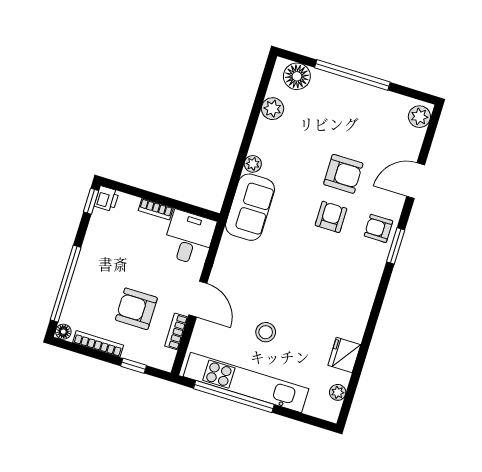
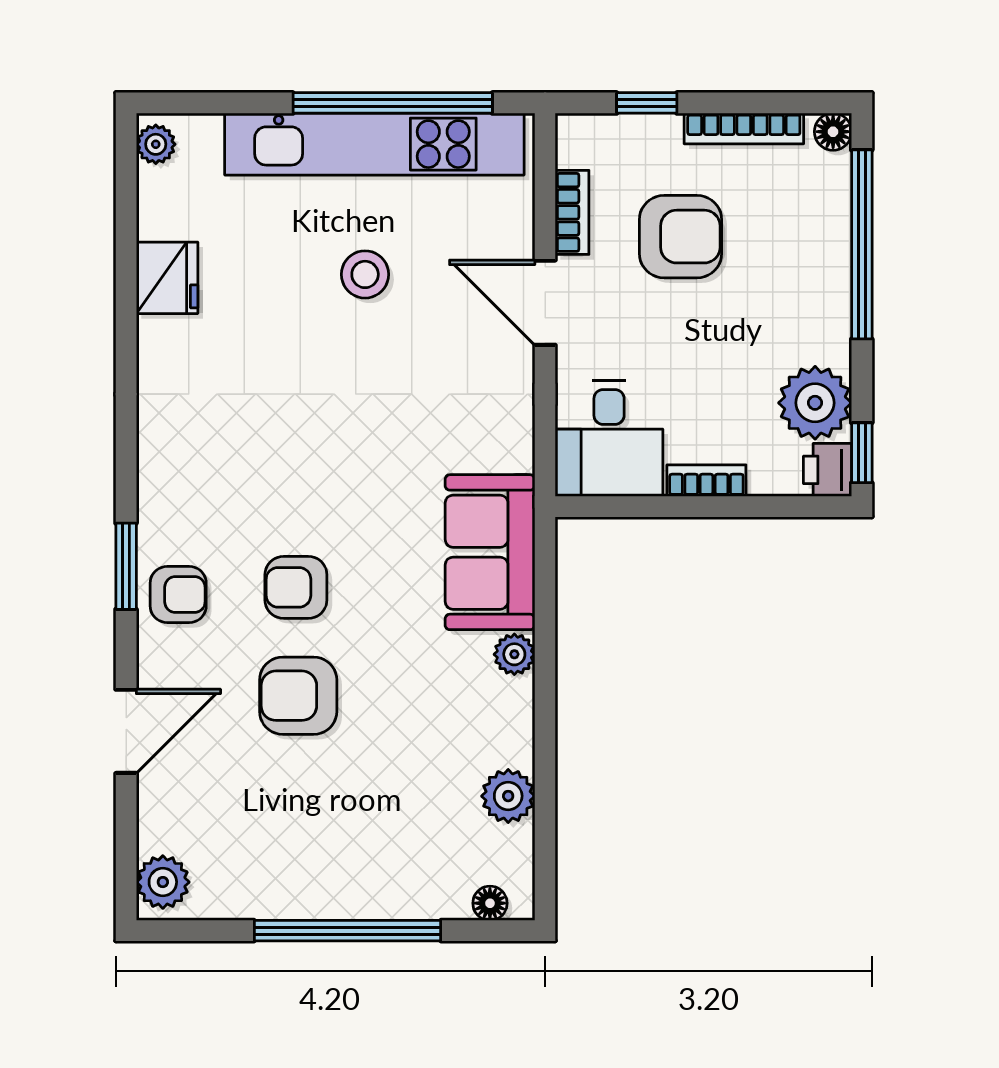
floor lamp: (297, 76) -> (490, 903), width x0.53, depth x0.53
armchair: (331, 217) -> (296, 587), turned 90
plant: (103, 227) -> (815, 403), added
plant: (338, 392) -> (156, 144), moved

